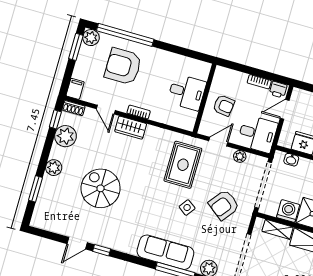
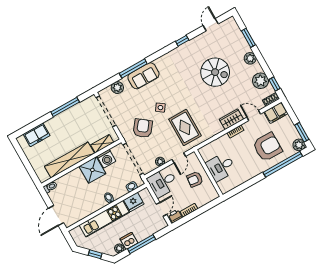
filing cabinet: (75, 89) -> (276, 113), width x2.00
door: (77, 243) -> (211, 25), moved
sofa: (165, 252) -> (143, 76), width x0.73

